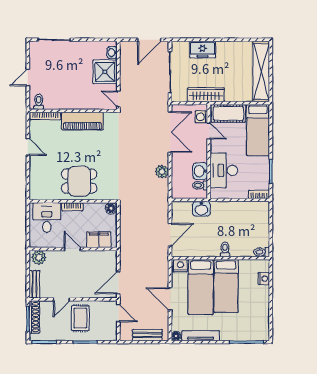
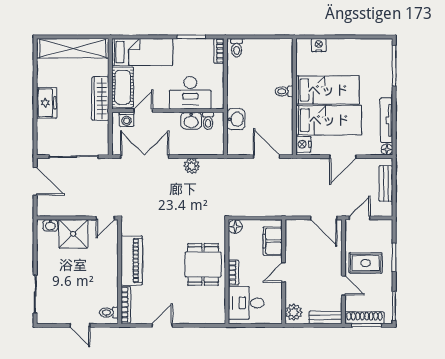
freezer: (202, 50) -> (47, 103), moved
wardrobe: (206, 95) -> (100, 99), moved
toilet: (262, 252) -> (237, 48), moved

